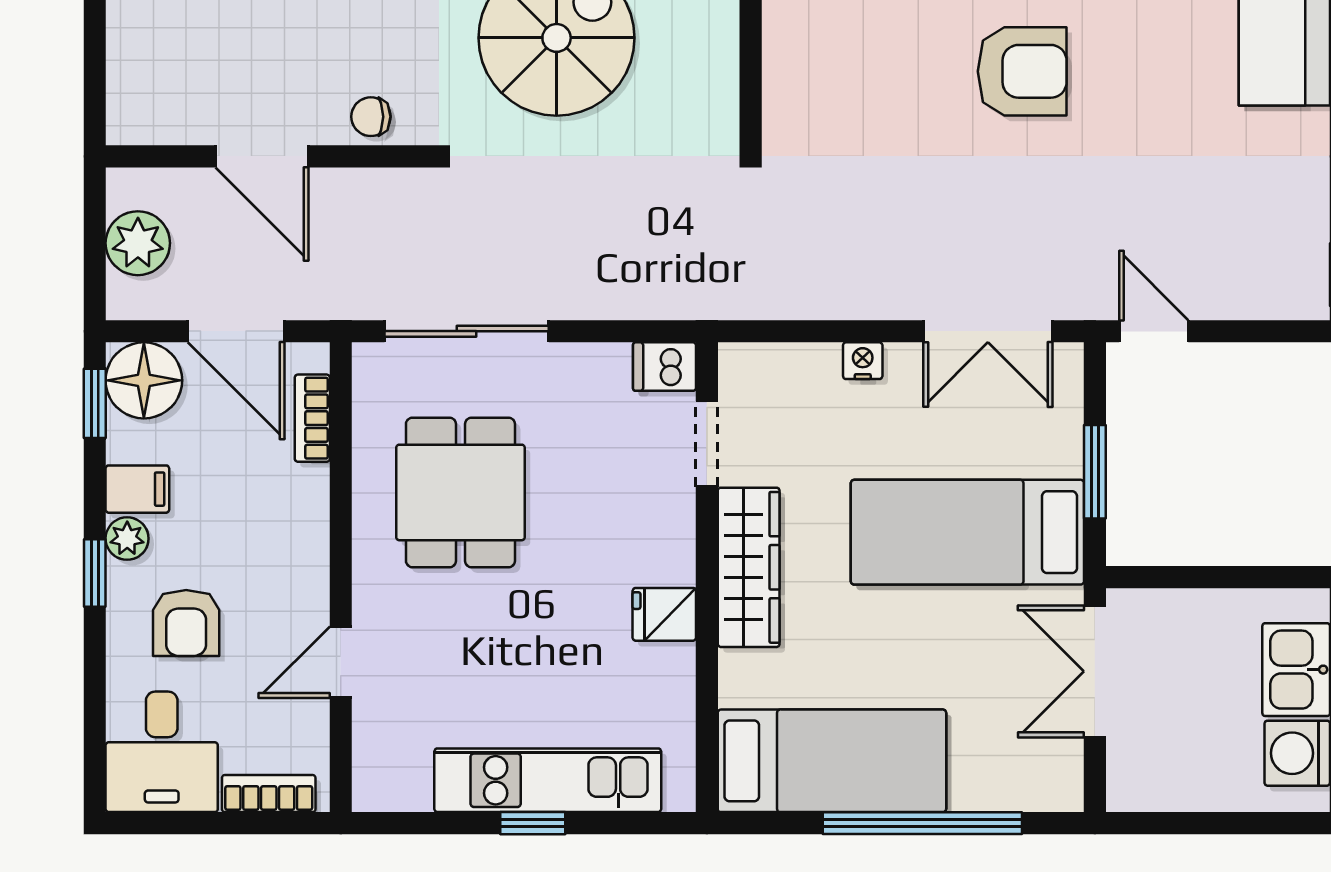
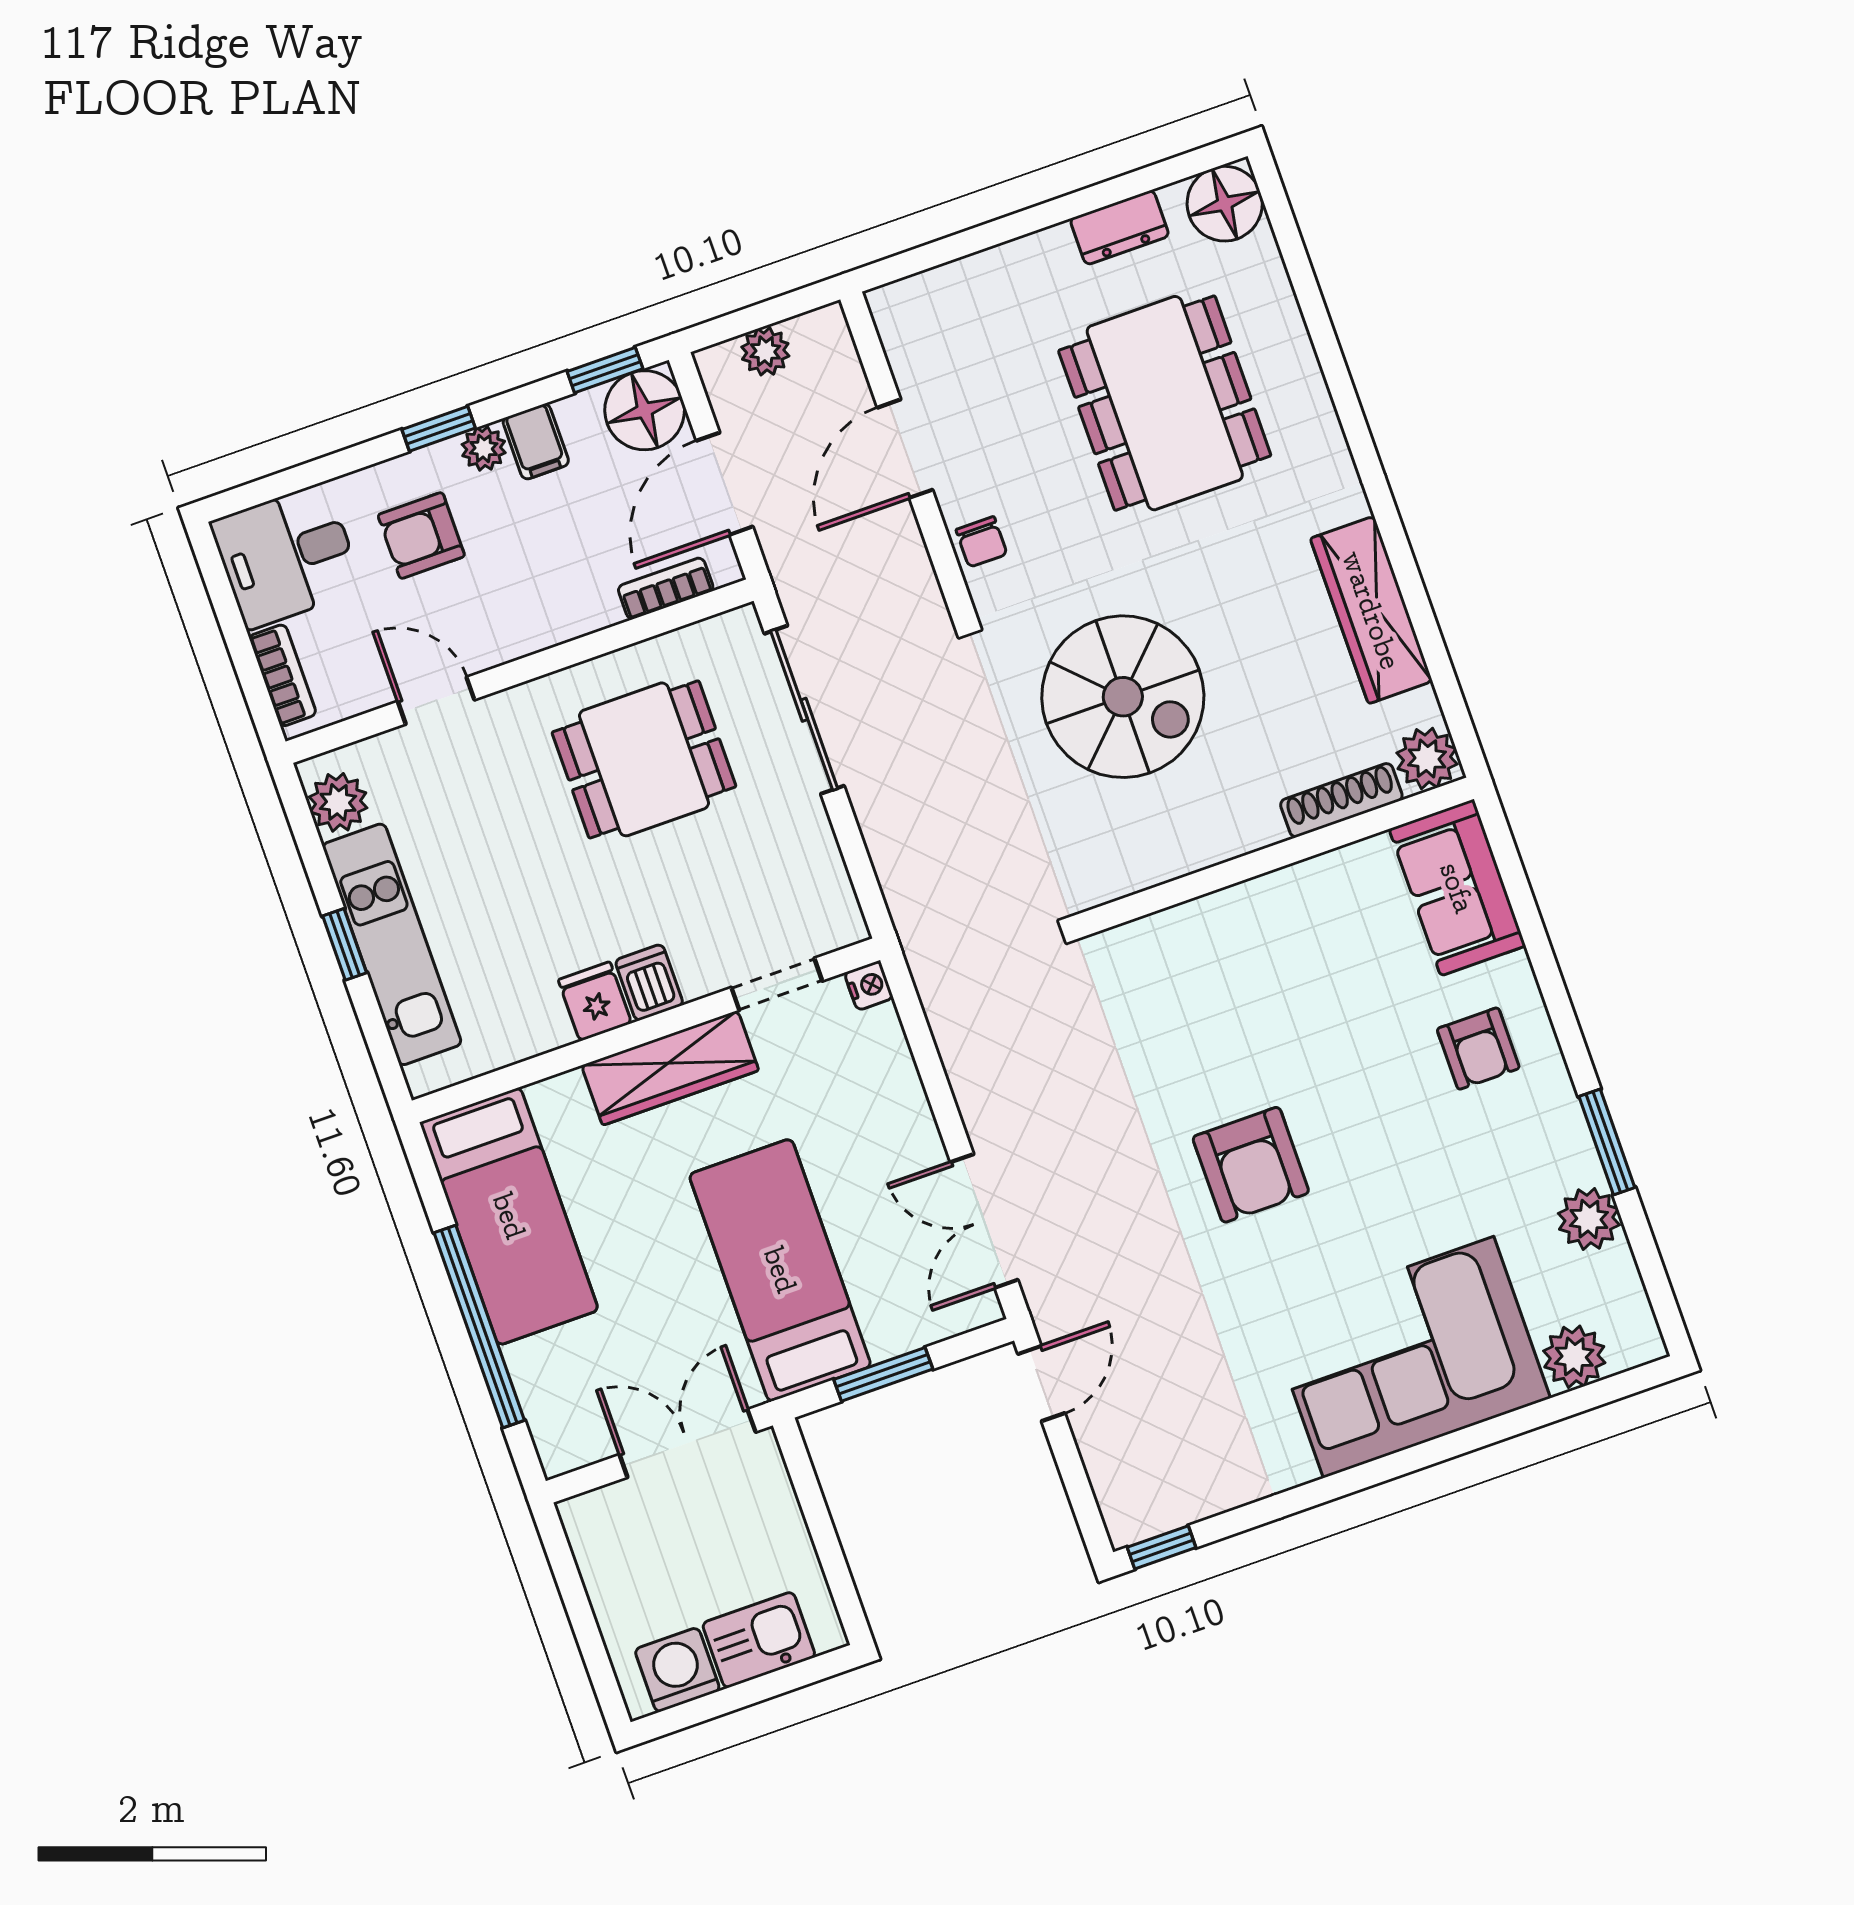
chair: (371, 117) -> (982, 542), turned 180
plant: (138, 243) -> (765, 351), width x0.73, depth x0.73
nightstand: (863, 361) -> (869, 985), moved
dishwasher: (664, 367) -> (649, 982), moved
plant: (402, 784) -> (338, 802), added

